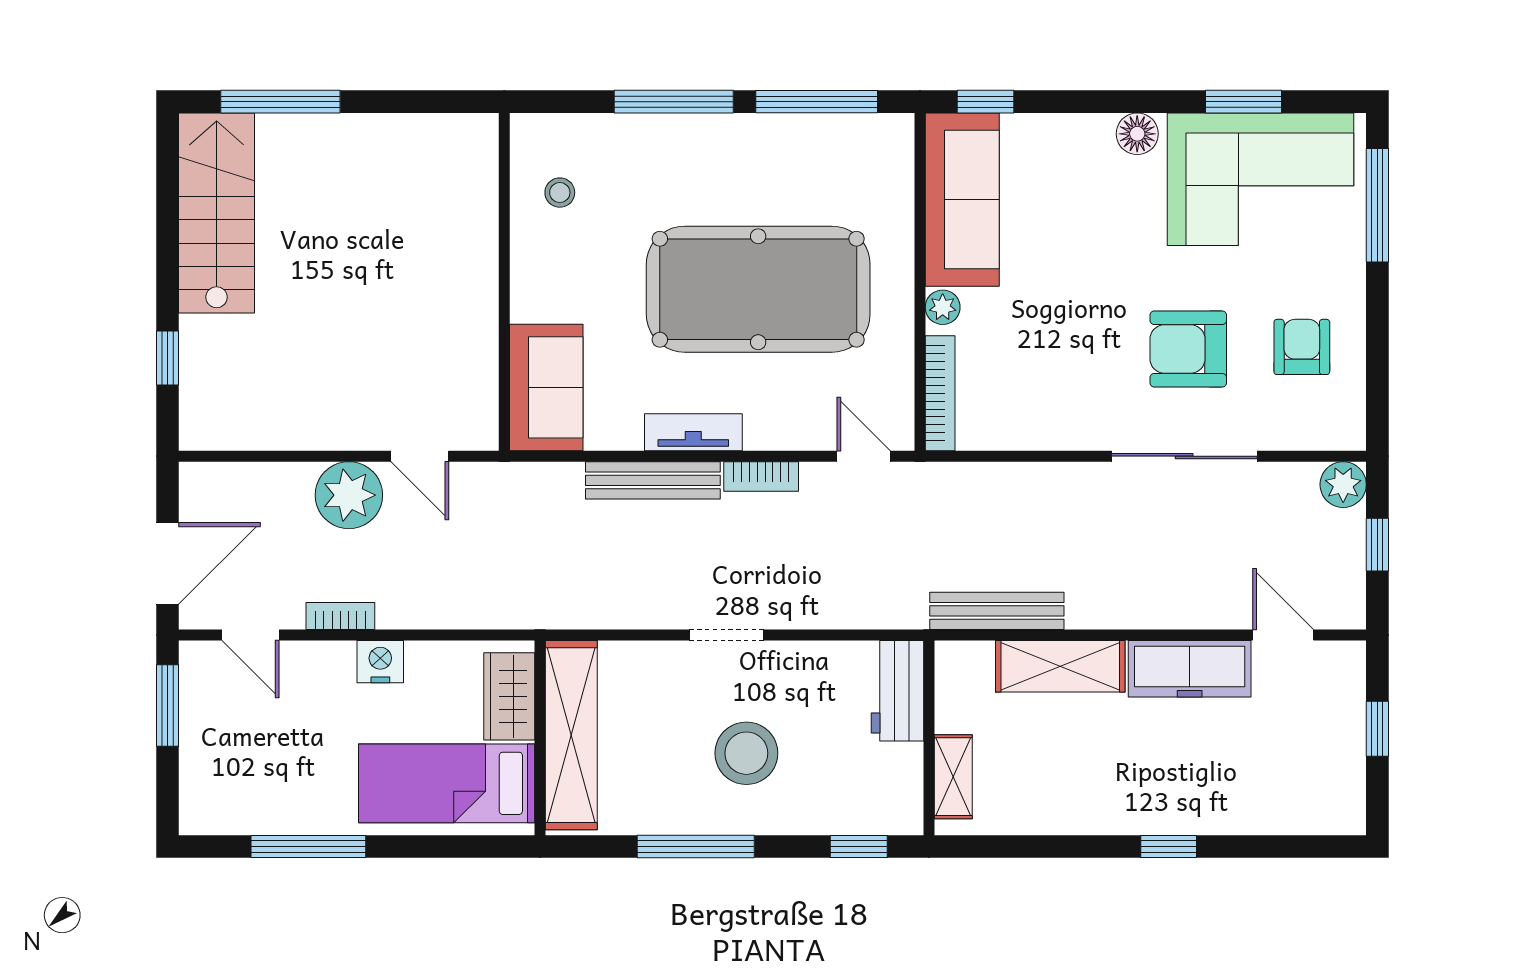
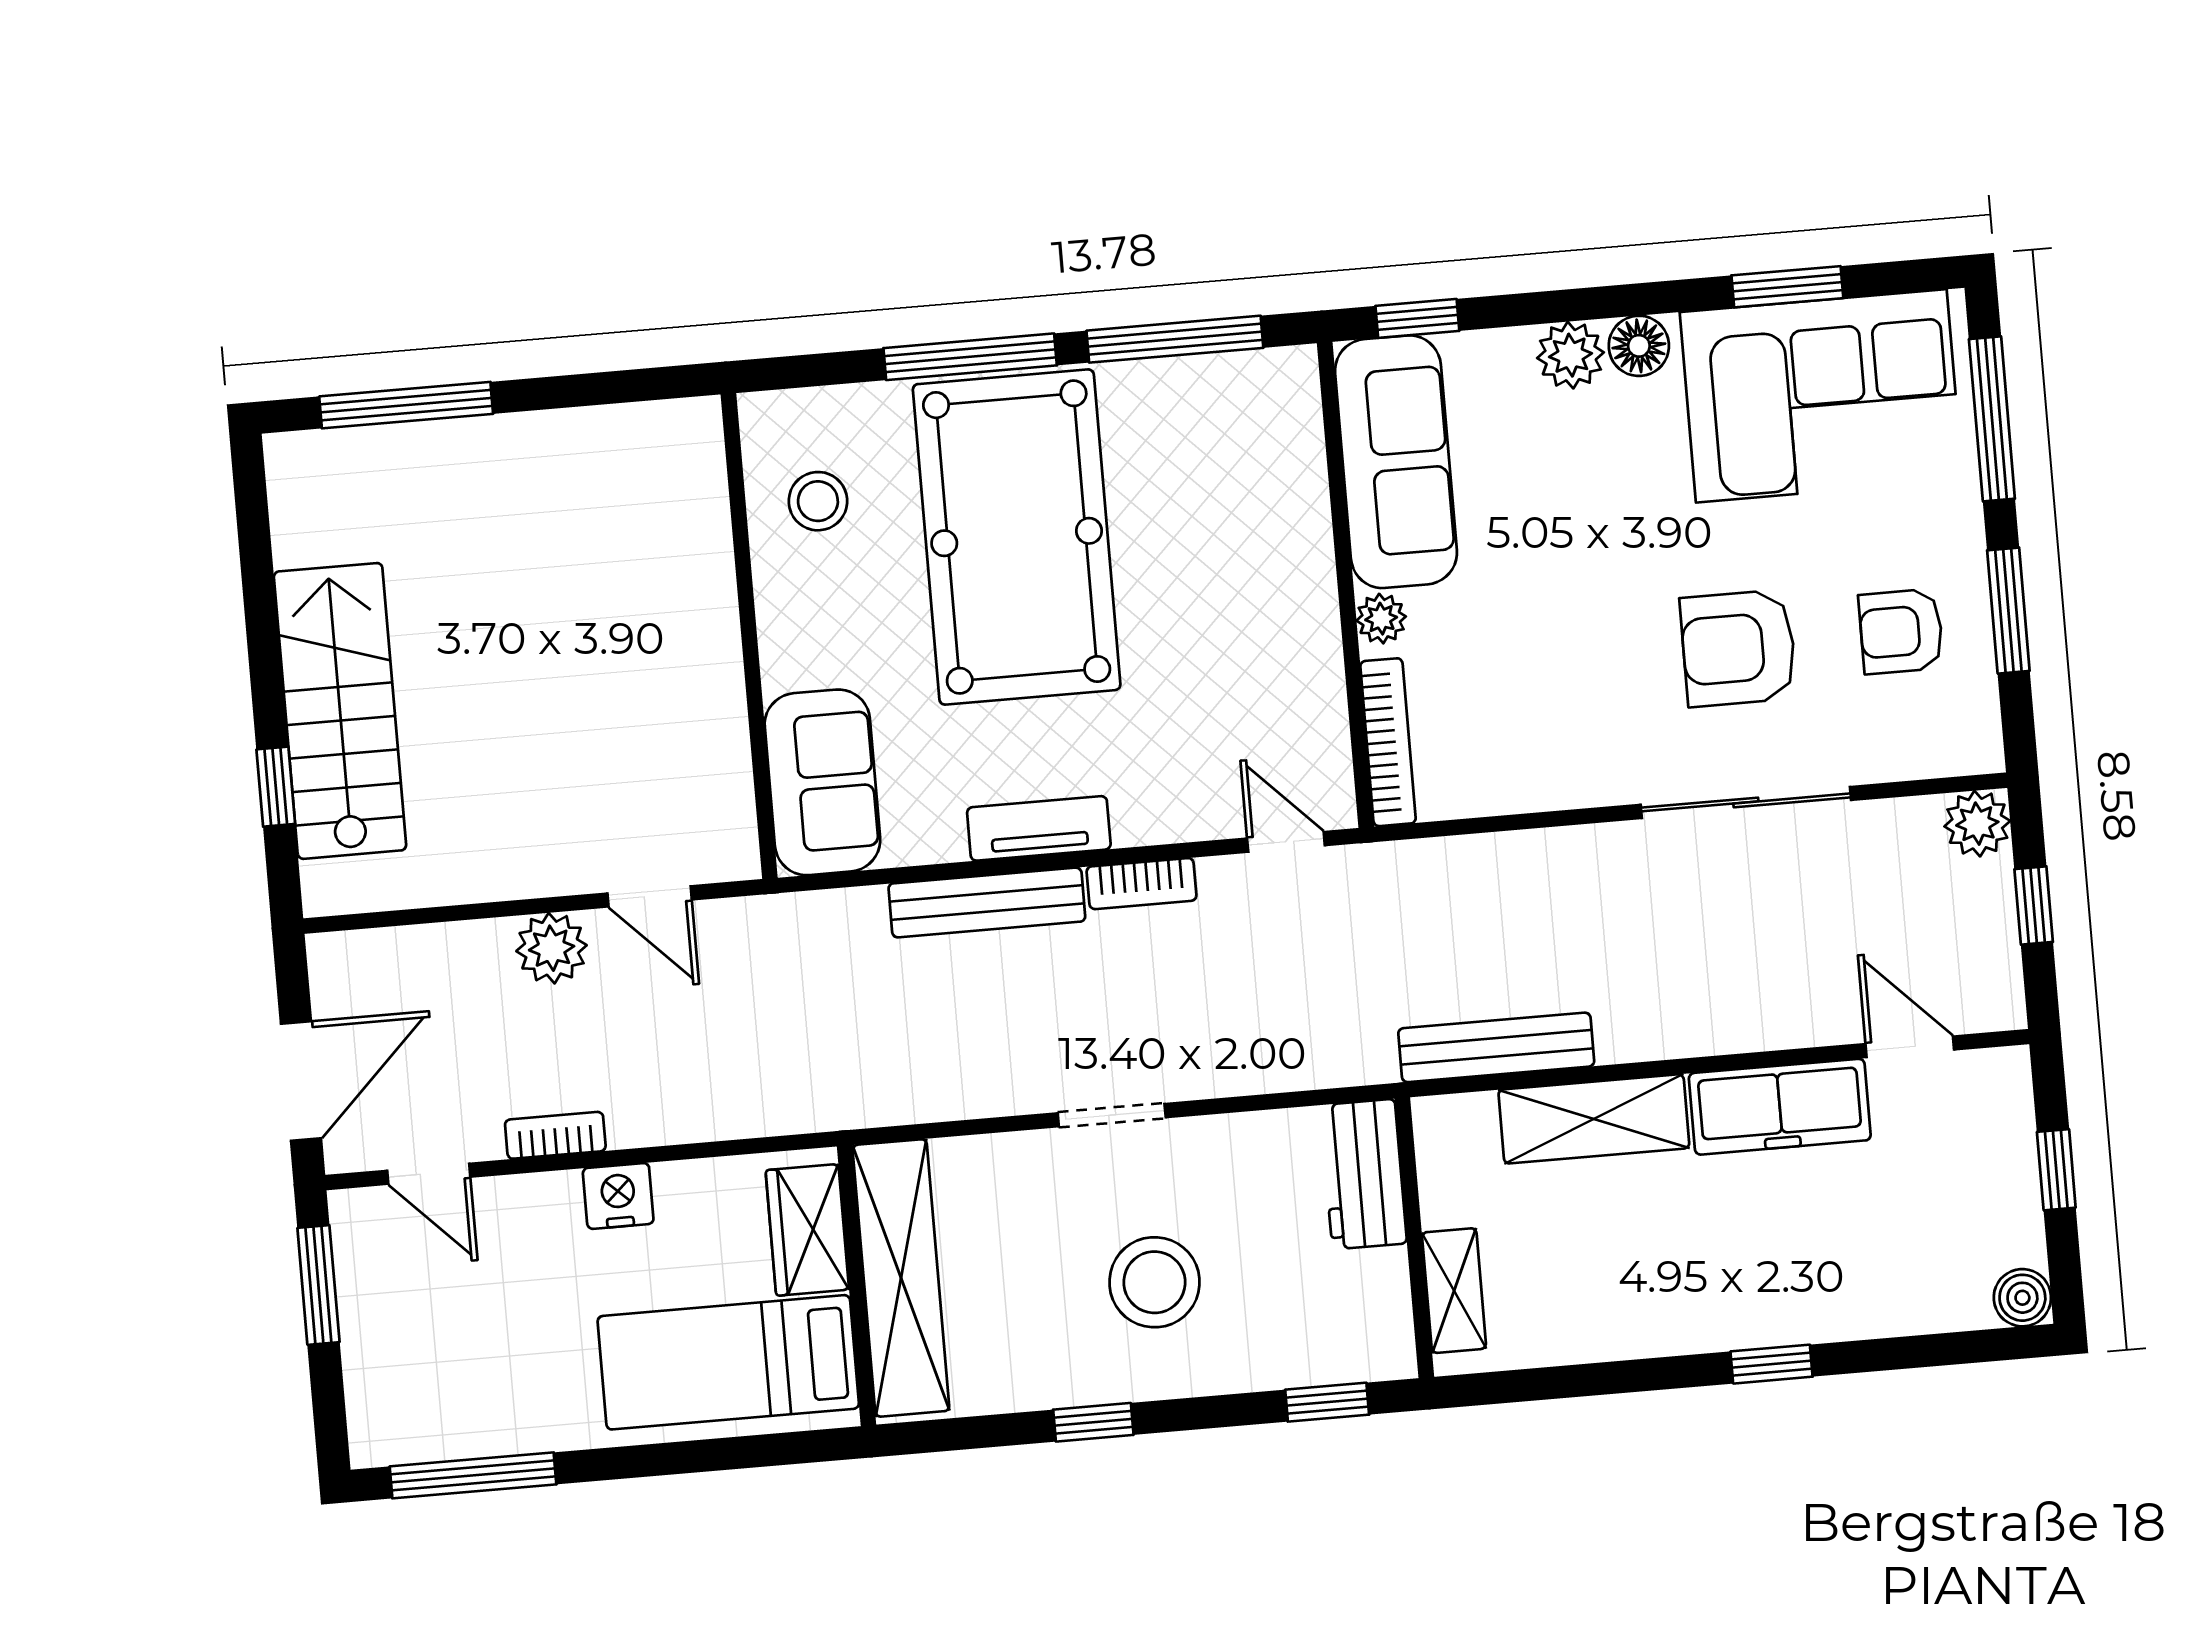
plant: (1089, 136) -> (1571, 355), added
stool: (560, 193) -> (818, 501), width x1.37, depth x1.37
stairs: (217, 213) -> (340, 711), moved
pool table: (758, 289) -> (1017, 537), moved, turned 90
window: (1377, 339) -> (2008, 611), added
armchair: (1302, 347) -> (1901, 631), turned -90
plant: (349, 495) -> (552, 948), width x0.73, depth x0.73
boiler: (1346, 815) -> (2022, 1298), added
window: (308, 846) -> (473, 1475), moved
window: (696, 846) -> (1093, 1422), width x0.46

